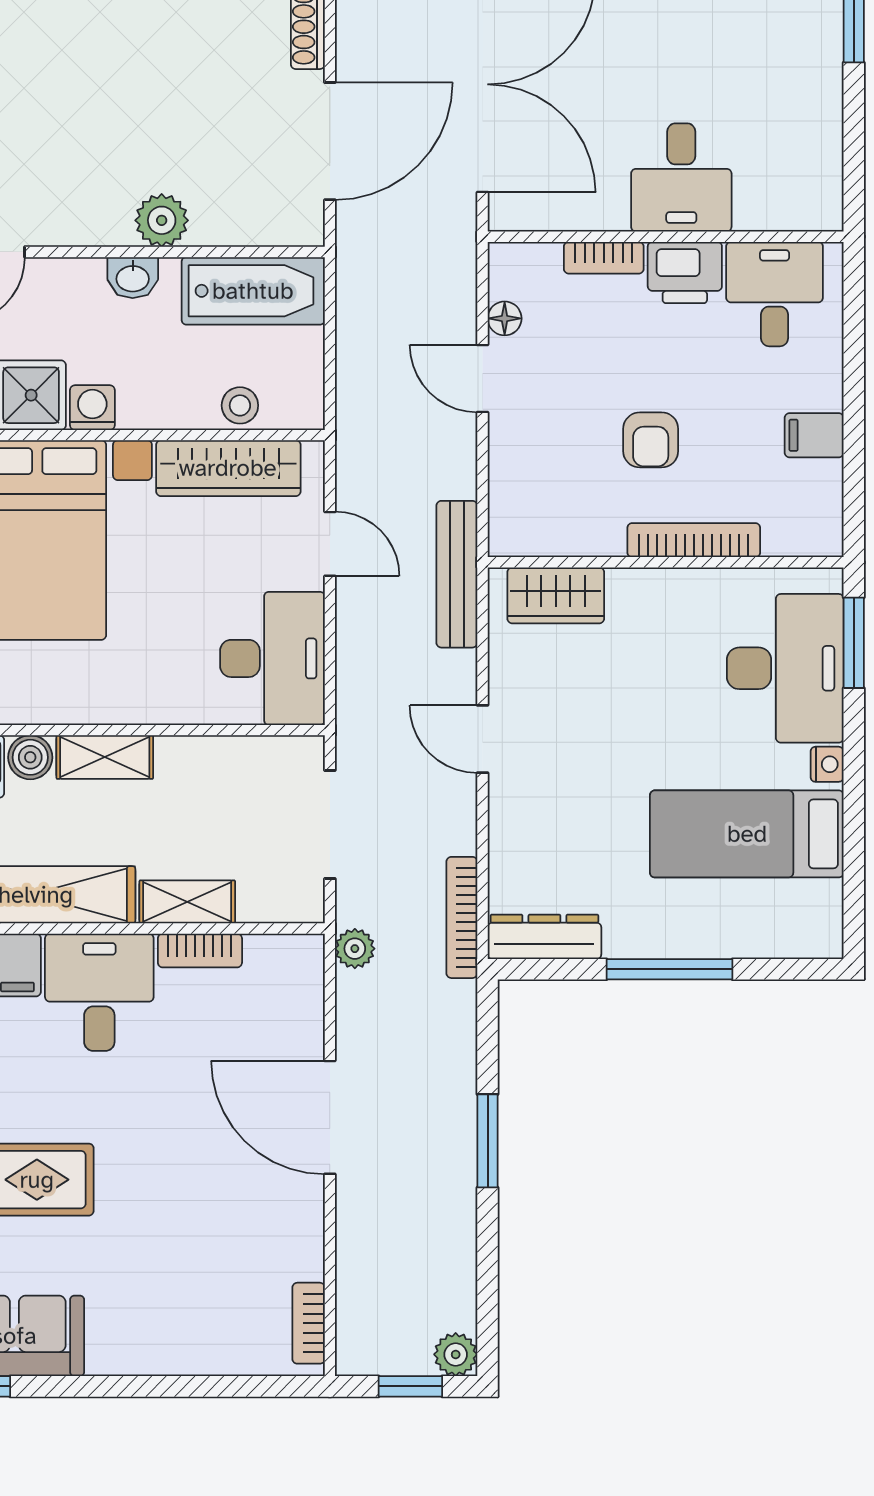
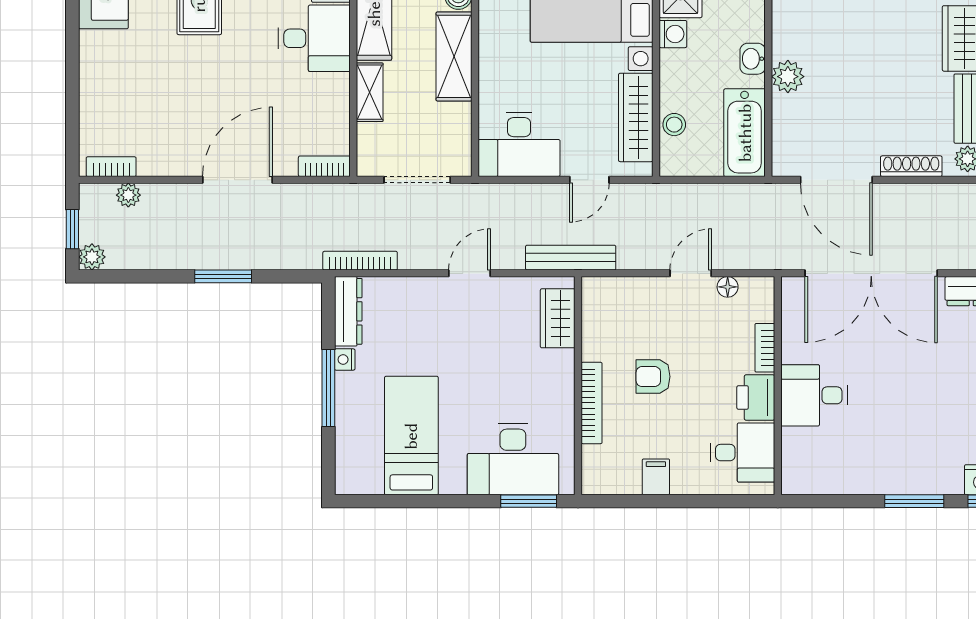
shelving: (105, 757) -> (454, 56), width x1.50, depth x1.33
nightstand: (827, 764) -> (345, 359), moved, turned 90
plant: (355, 949) -> (128, 195), moved
bookcase: (200, 950) -> (324, 166), moved, turned 90

